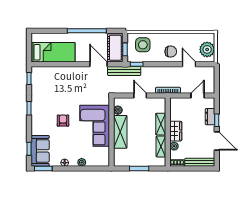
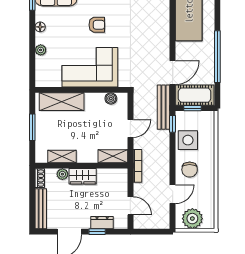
side table: (143, 45) -> (188, 140), moved
shelving: (161, 124) -> (113, 156), moved
shelving: (120, 132) -> (62, 102), moved

